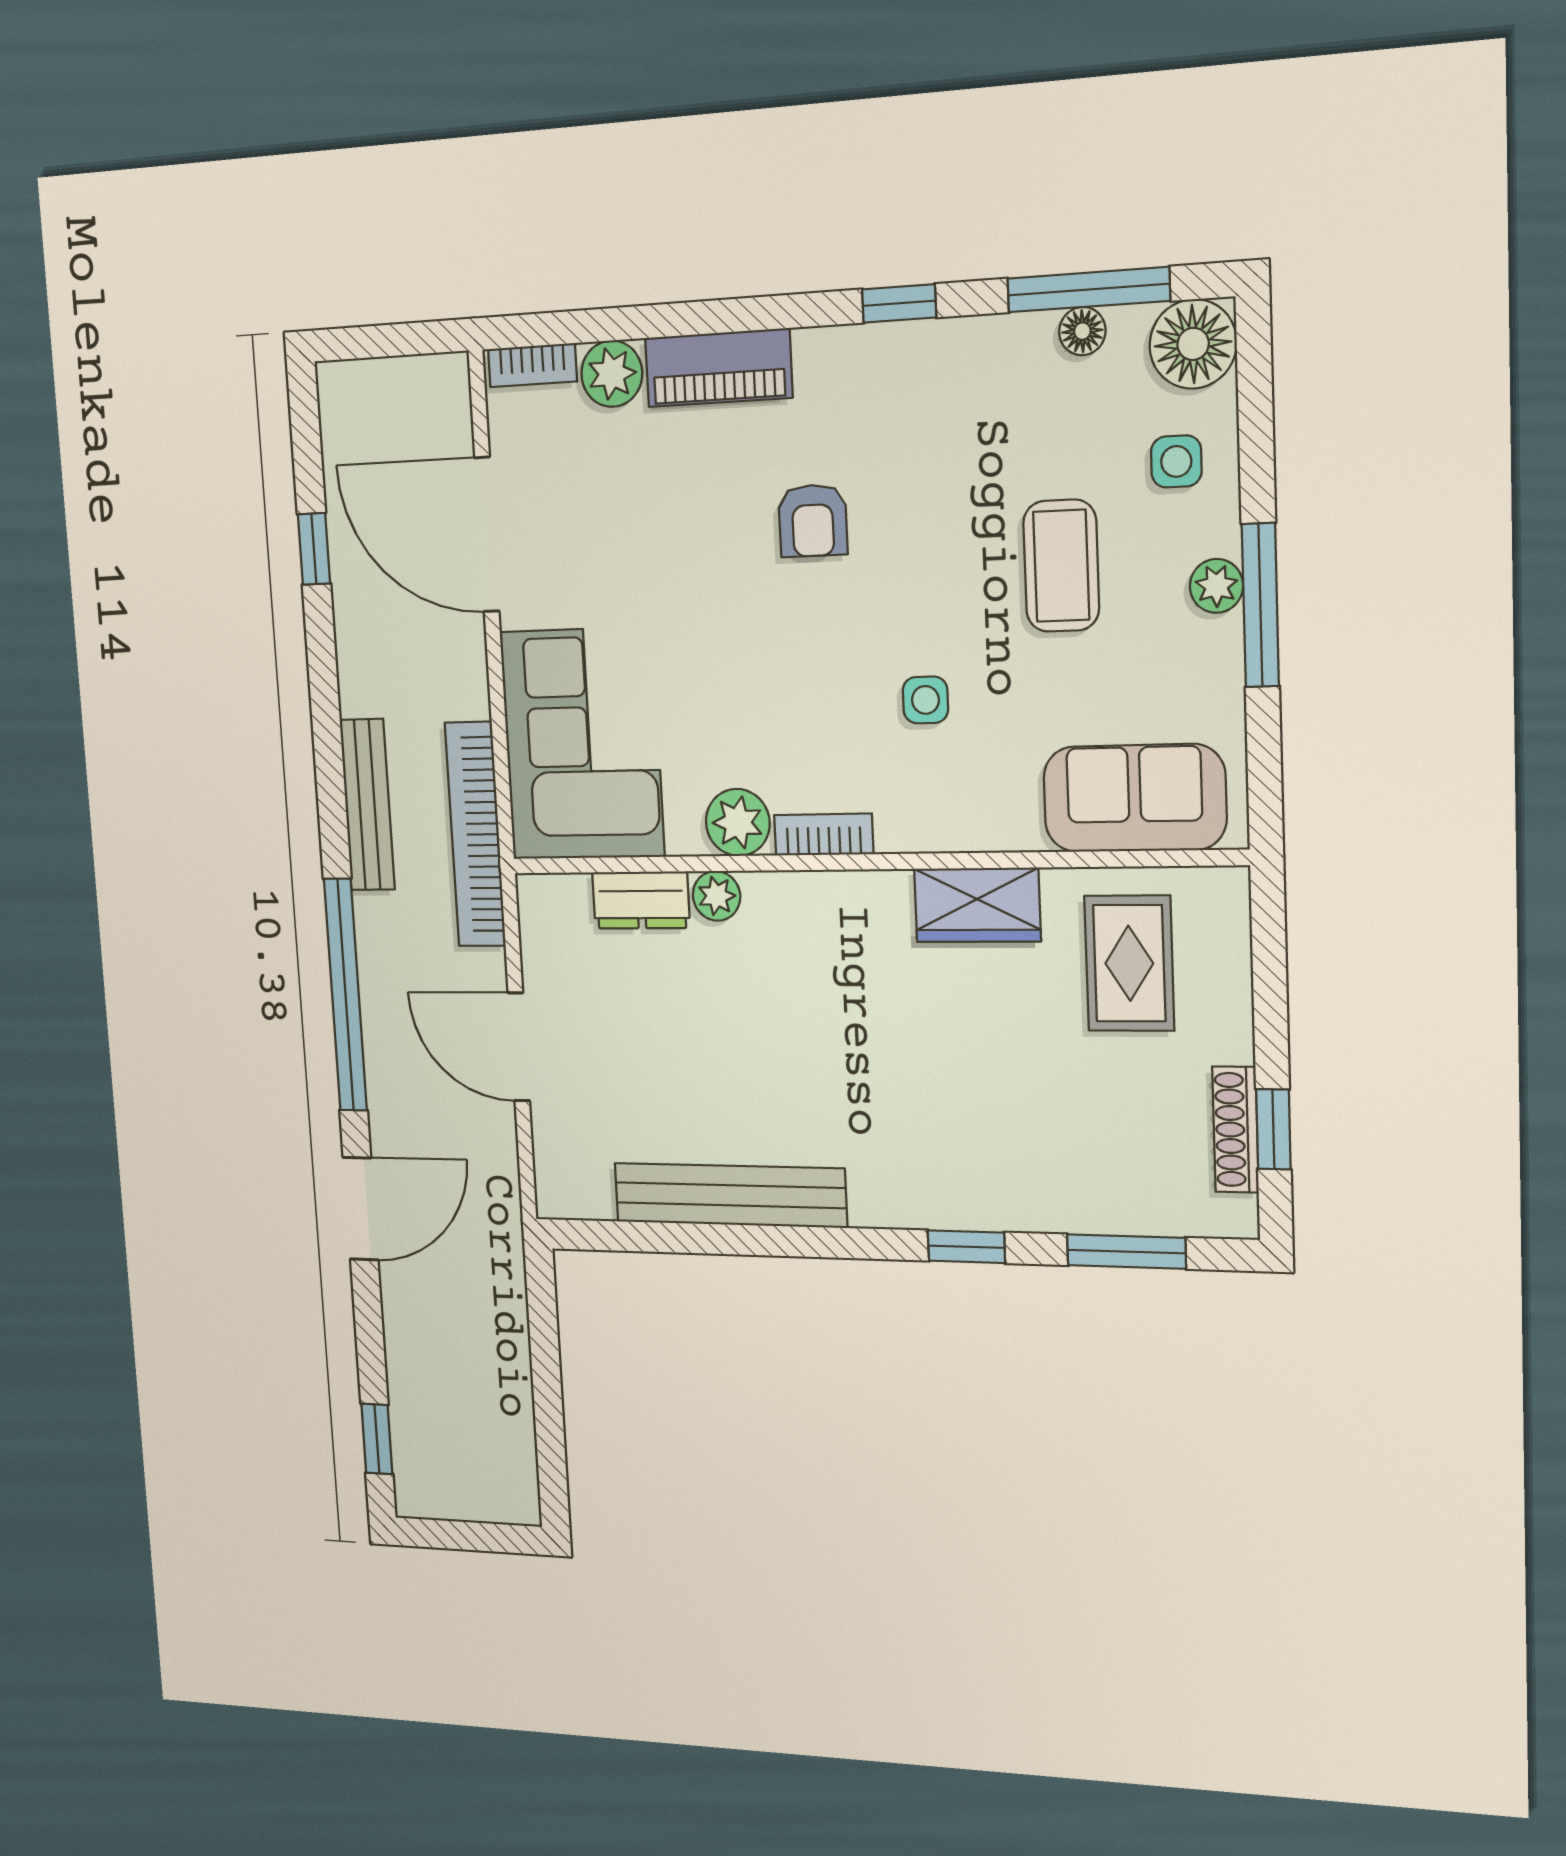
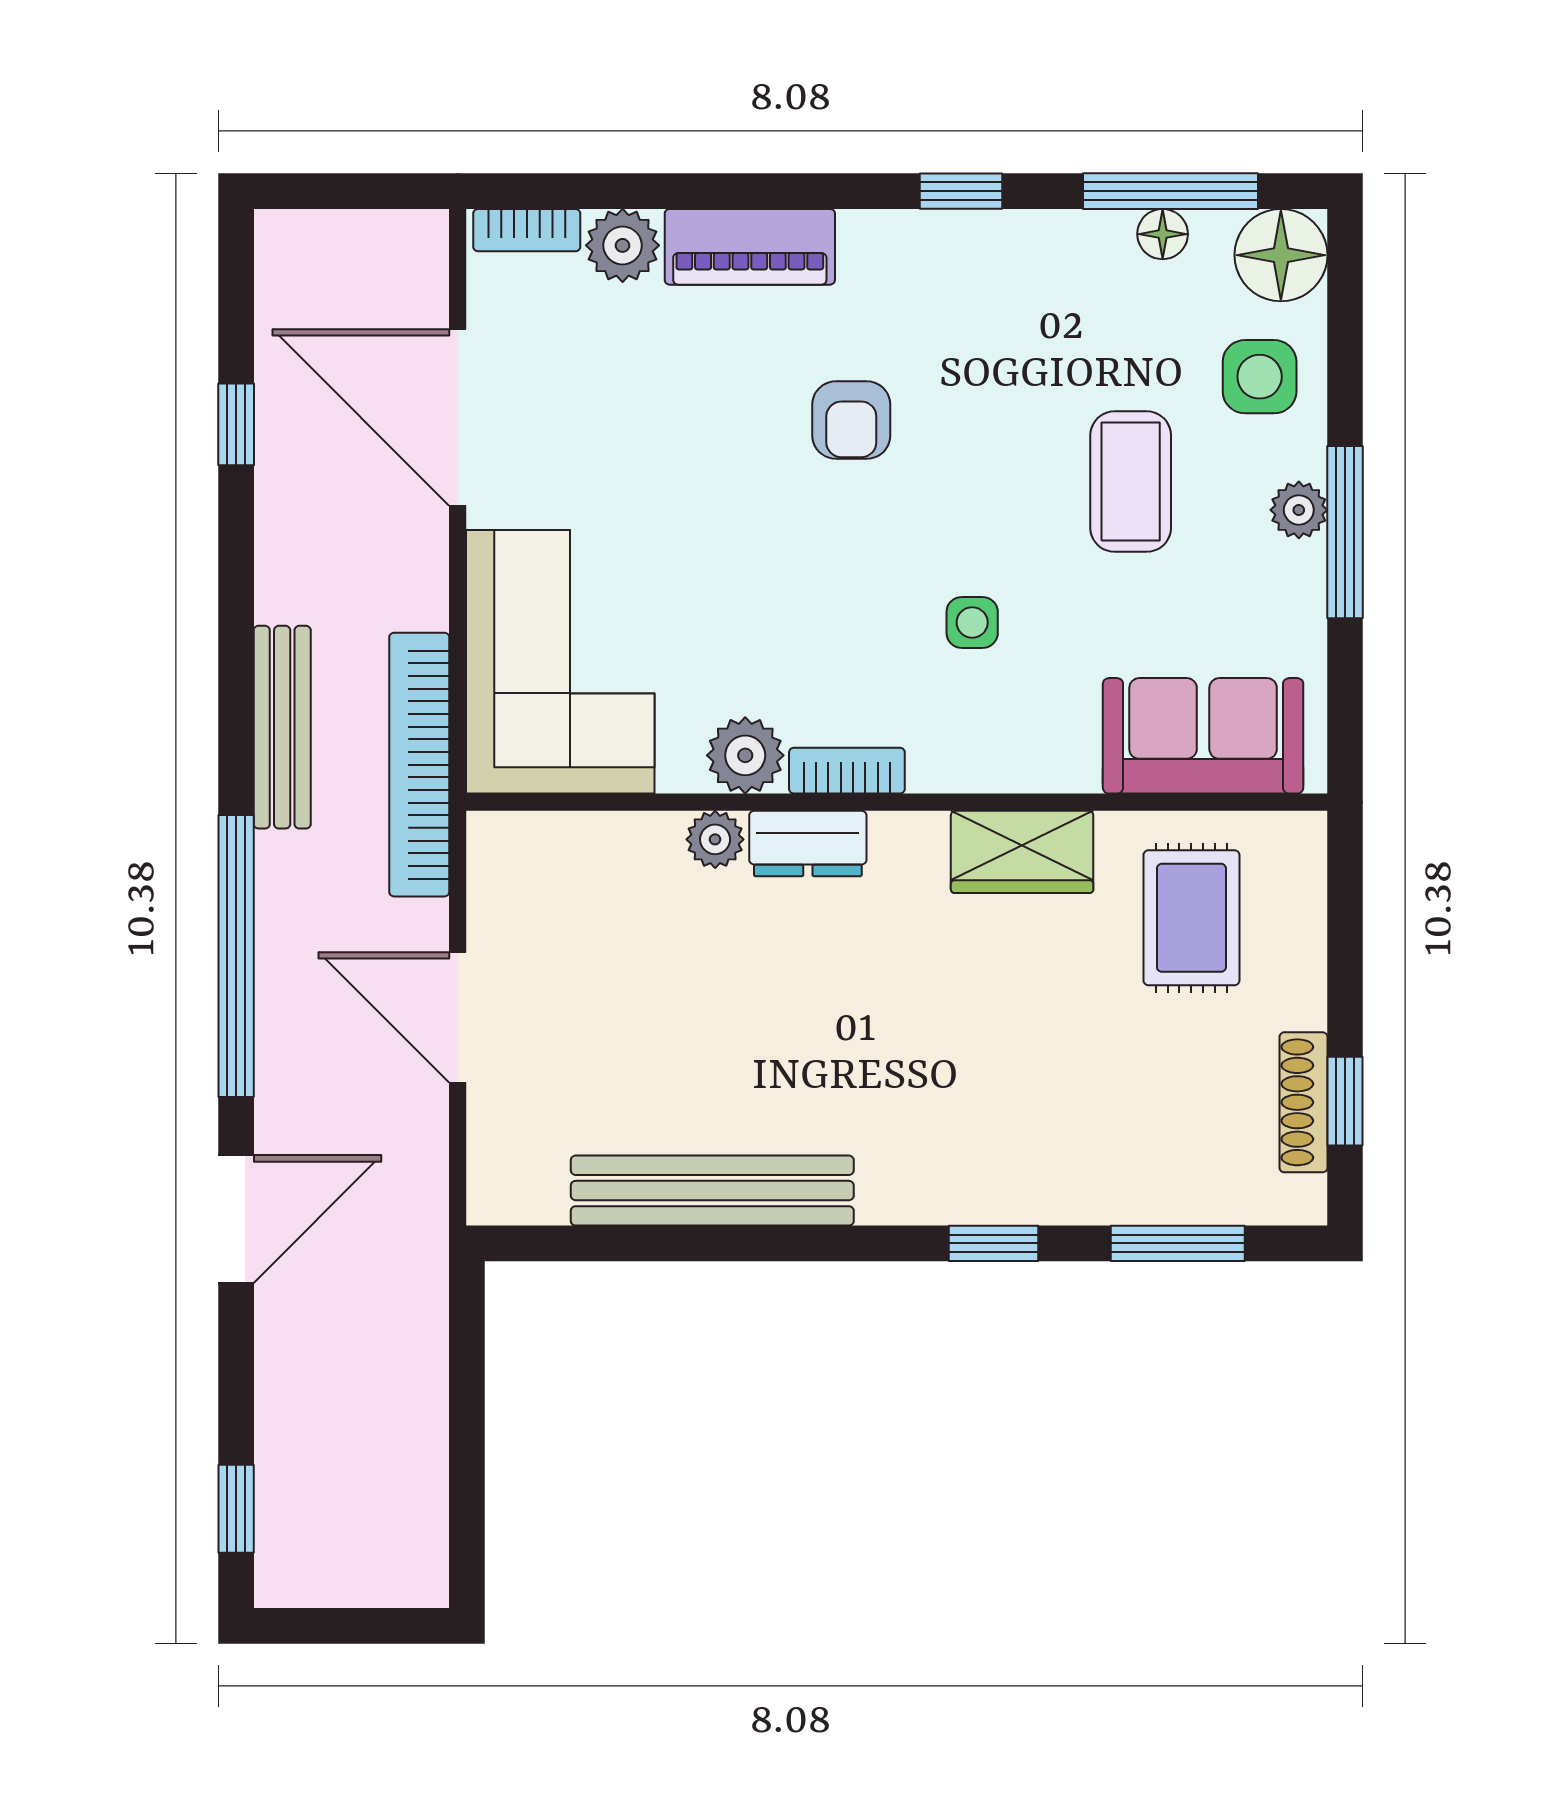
side table: (1176, 461) -> (1260, 377), width x1.37, depth x1.37
dresser: (641, 900) -> (808, 844), moved

